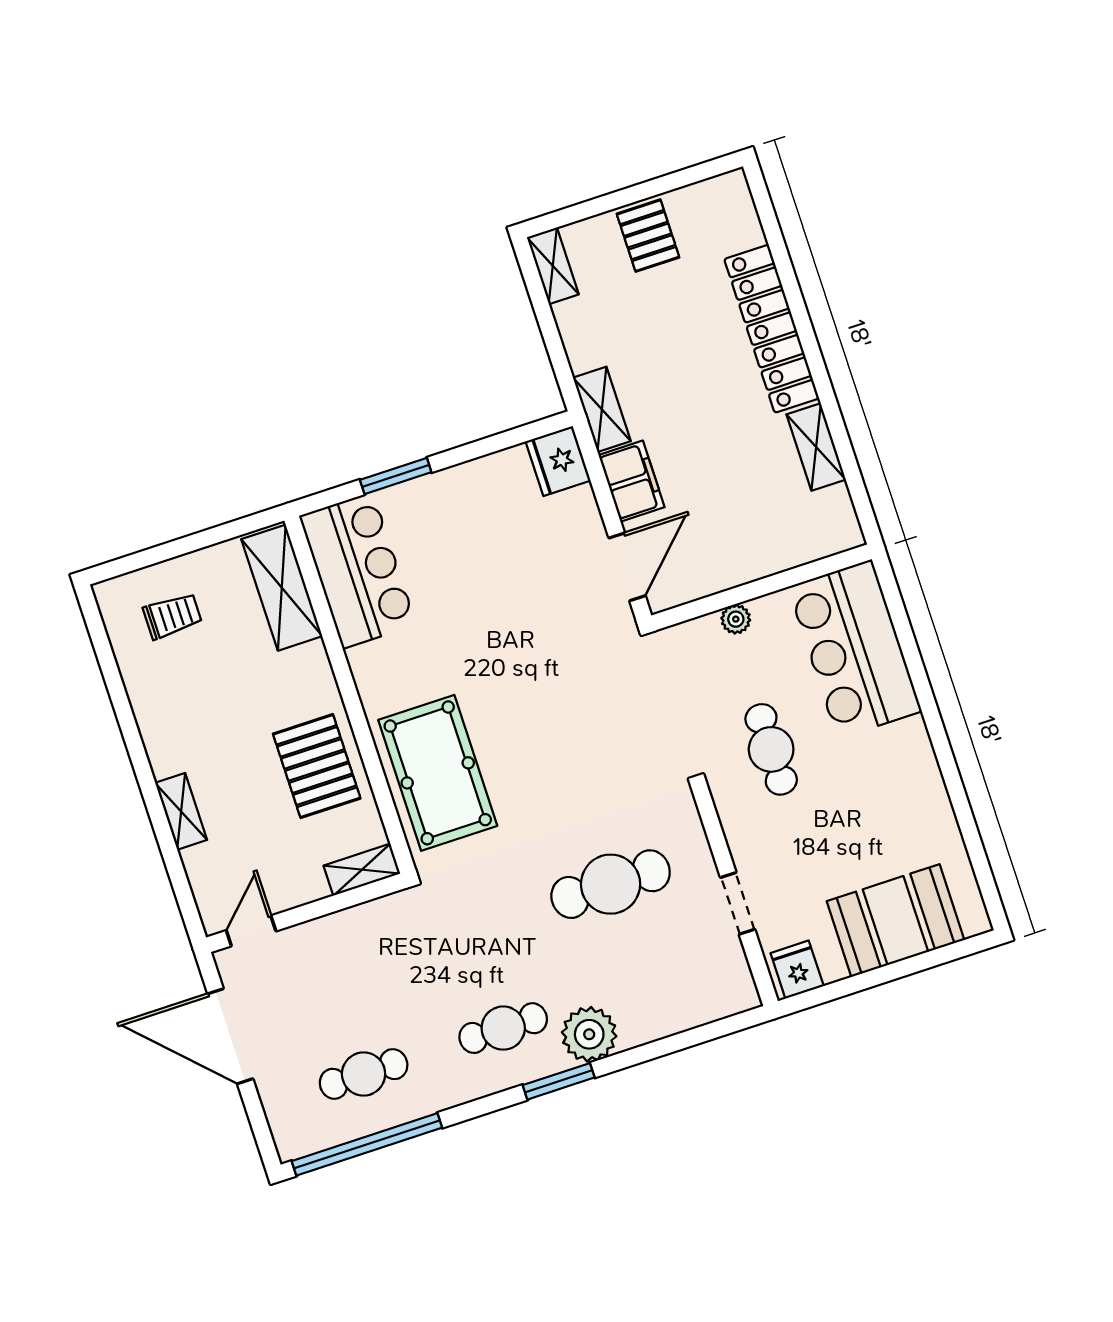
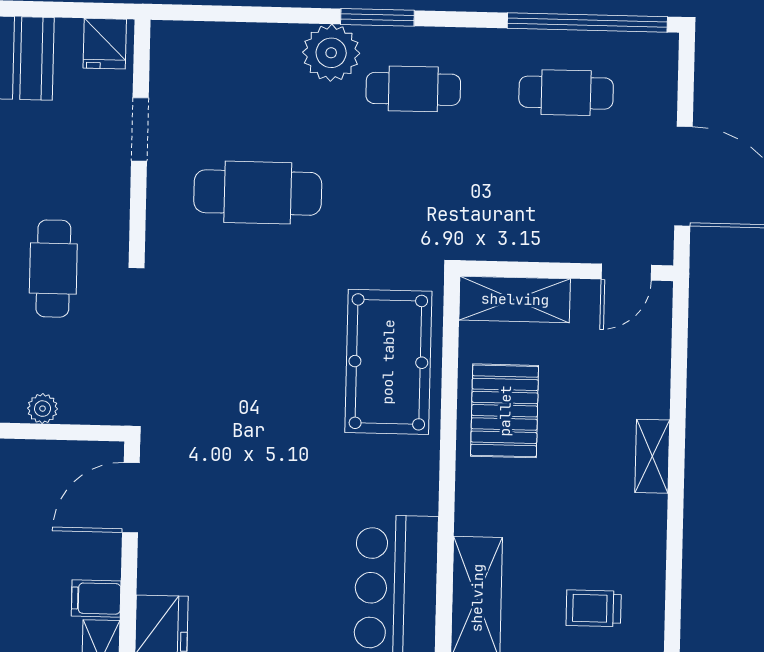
filing cabinet: (631, 481) -> (96, 598), width x0.50
shelving: (181, 811) -> (652, 456), moved
shelving: (362, 870) -> (515, 299), width x1.50, depth x1.33

